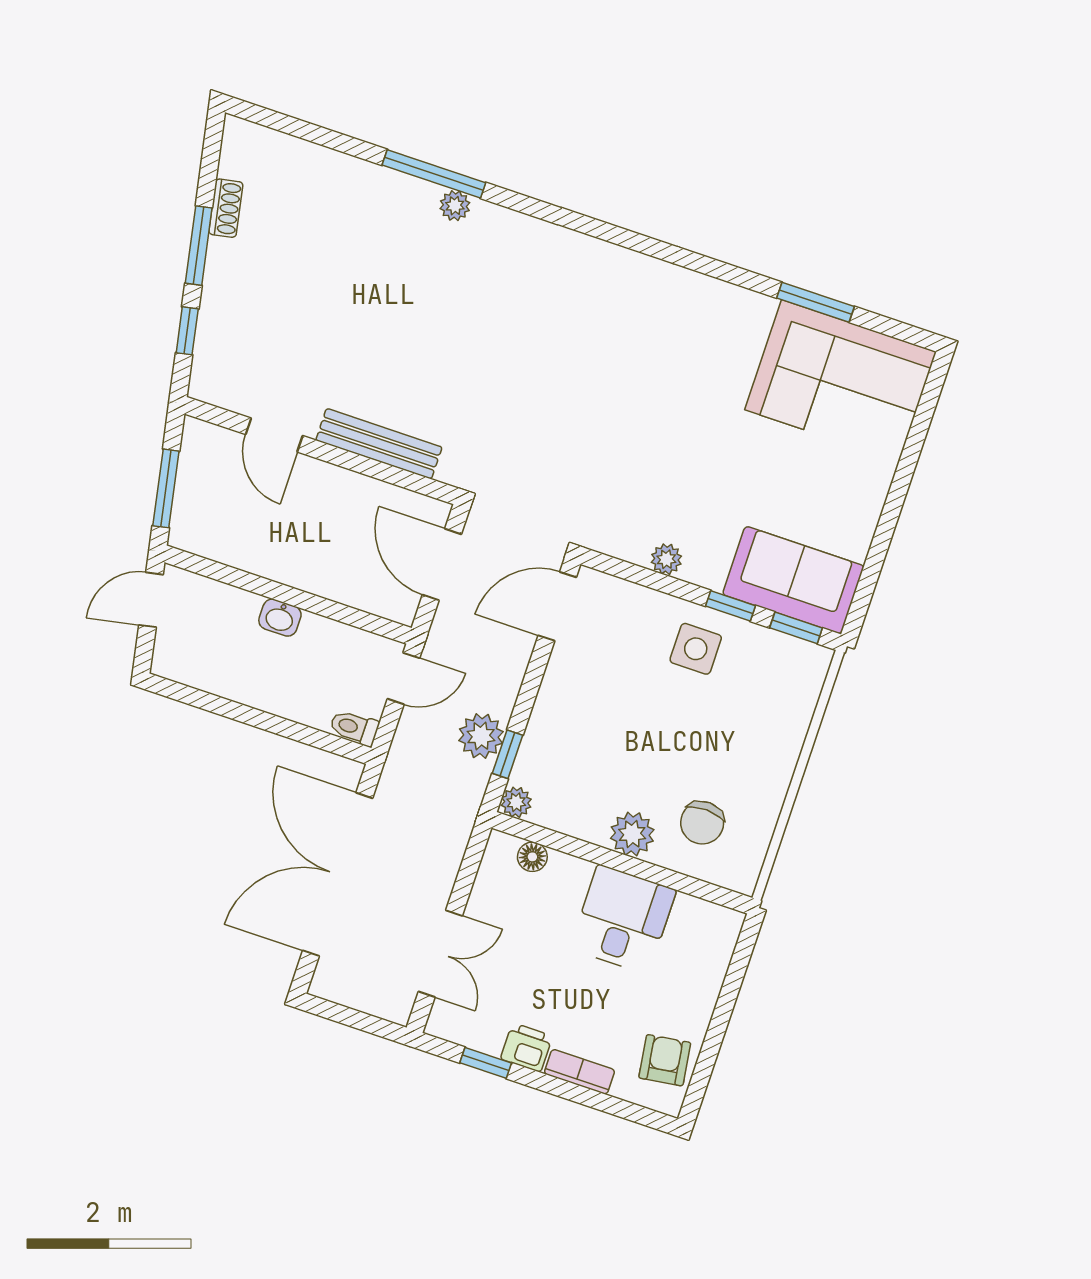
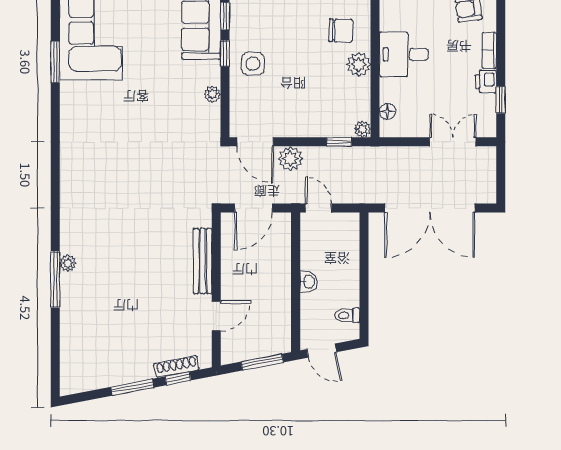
shoe rack: (226, 208) -> (177, 367), moved, width x1.43
toilet: (354, 728) -> (347, 315), moved, turned 90
plant: (481, 736) -> (290, 159), moved

